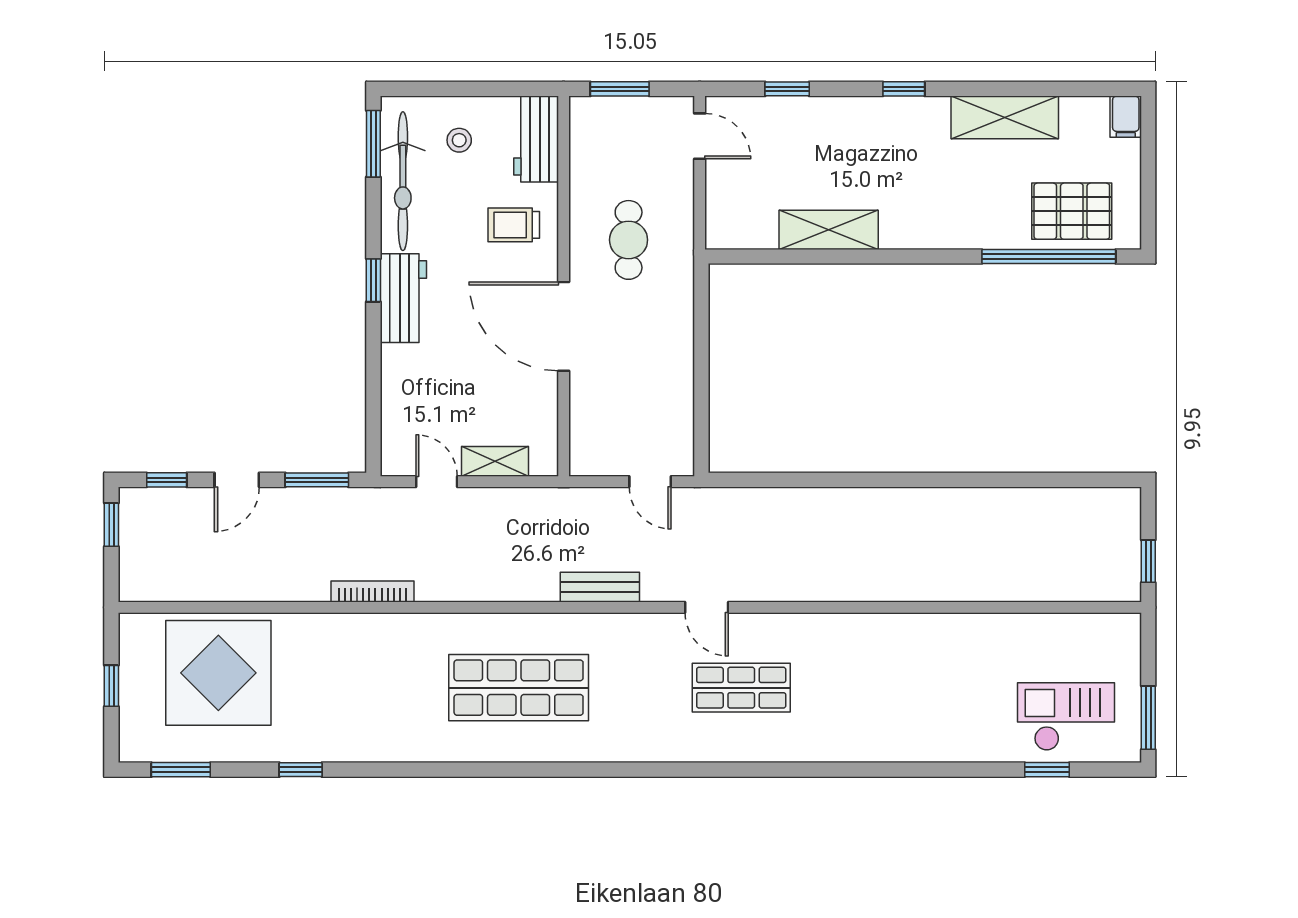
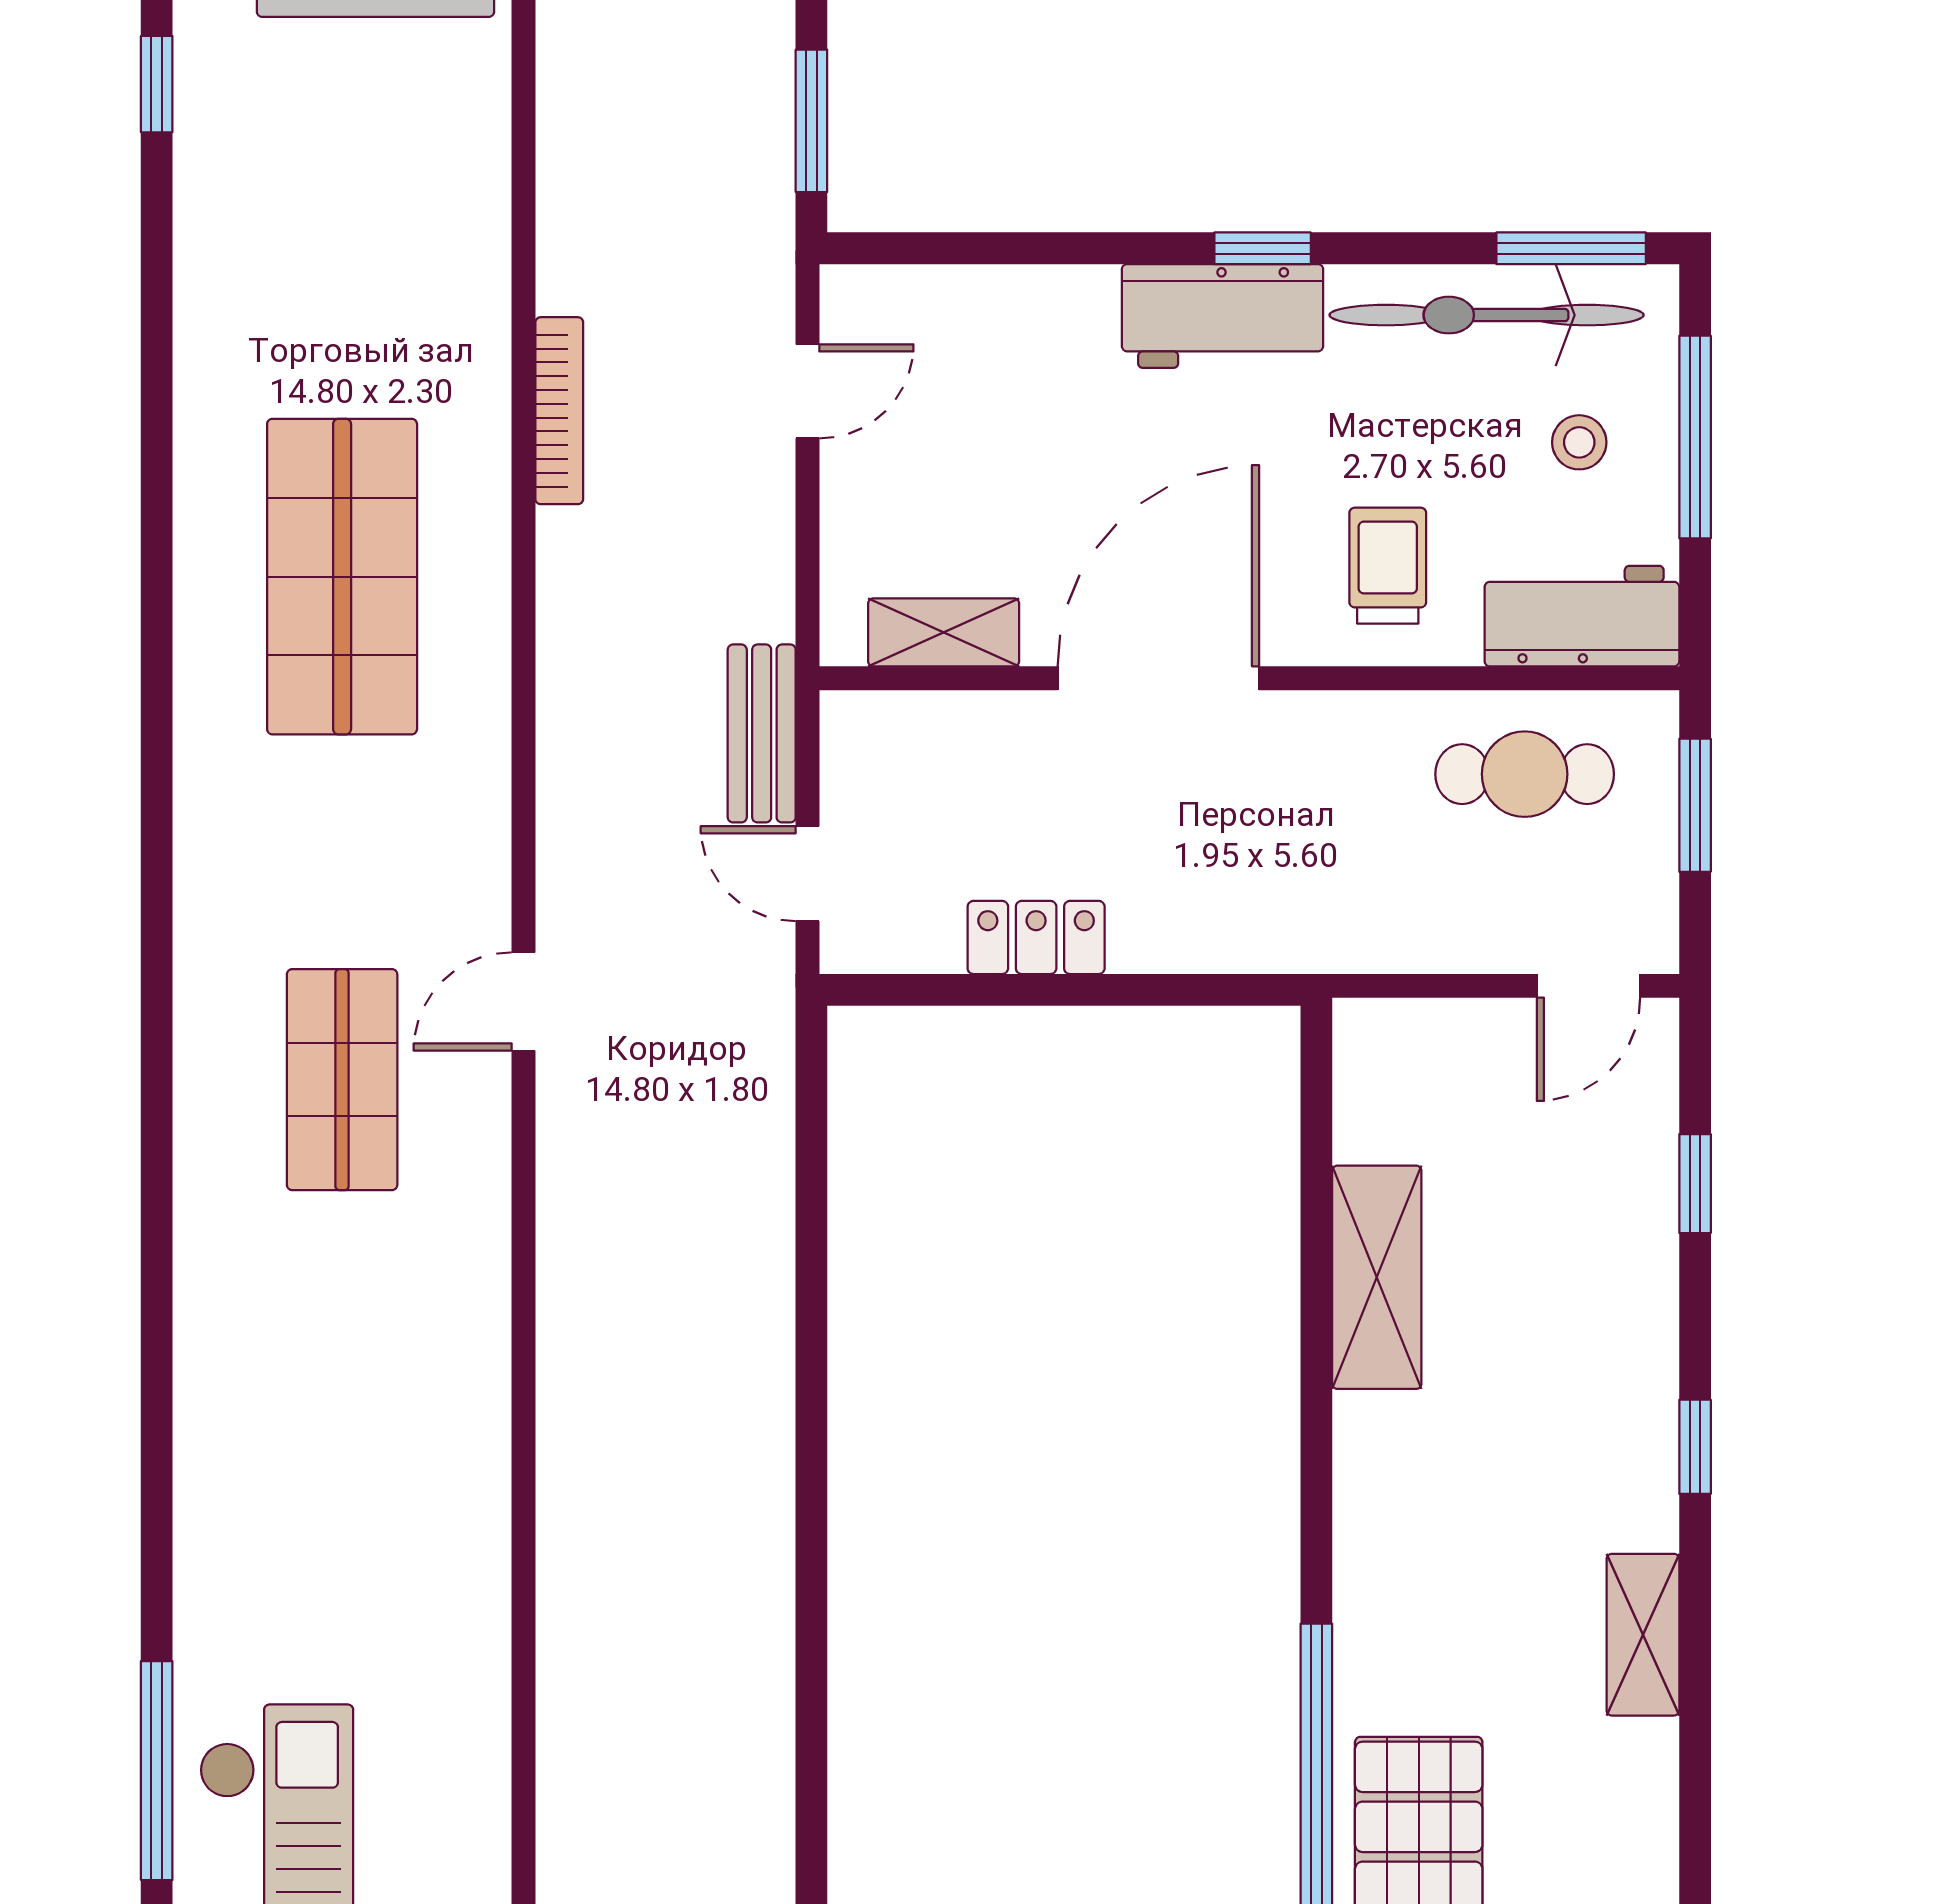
window: (457, 89) -> (1695, 437), added
shelving: (1005, 117) -> (1643, 1635), width x0.67, depth x0.75
cafe table: (629, 240) -> (1525, 774), moved
locker: (678, 381) -> (1036, 937), added
shelving: (495, 461) -> (944, 632), moved, turned 90
door: (650, 482) -> (808, 874), hinge flipped
bench: (600, 587) -> (762, 733), moved
bookcase: (372, 591) -> (559, 411), moved
window: (1047, 770) -> (157, 1771), width x2.17

